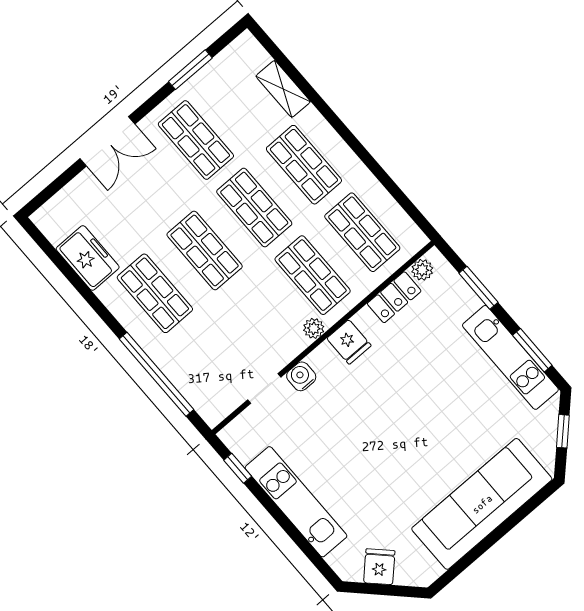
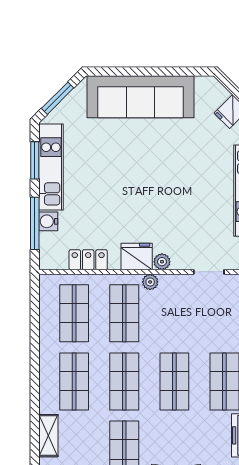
plant: (422, 270) -> (162, 262), moved
window: (478, 288) -> (35, 223), width x1.44
fridge: (349, 342) -> (137, 257), width x1.38
water cooler: (301, 376) -> (48, 221), moved, turned 90
window: (563, 431) -> (58, 98), width x1.50

